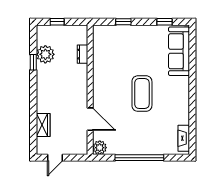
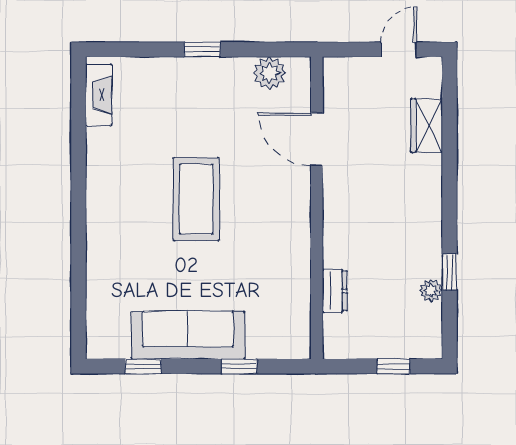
sofa: (179, 51) -> (188, 335), moved, turned -90
plant: (45, 54) -> (431, 290), width x0.53, depth x0.53
plant: (100, 148) -> (269, 73), moved
window: (139, 158) -> (202, 50), width x0.32

